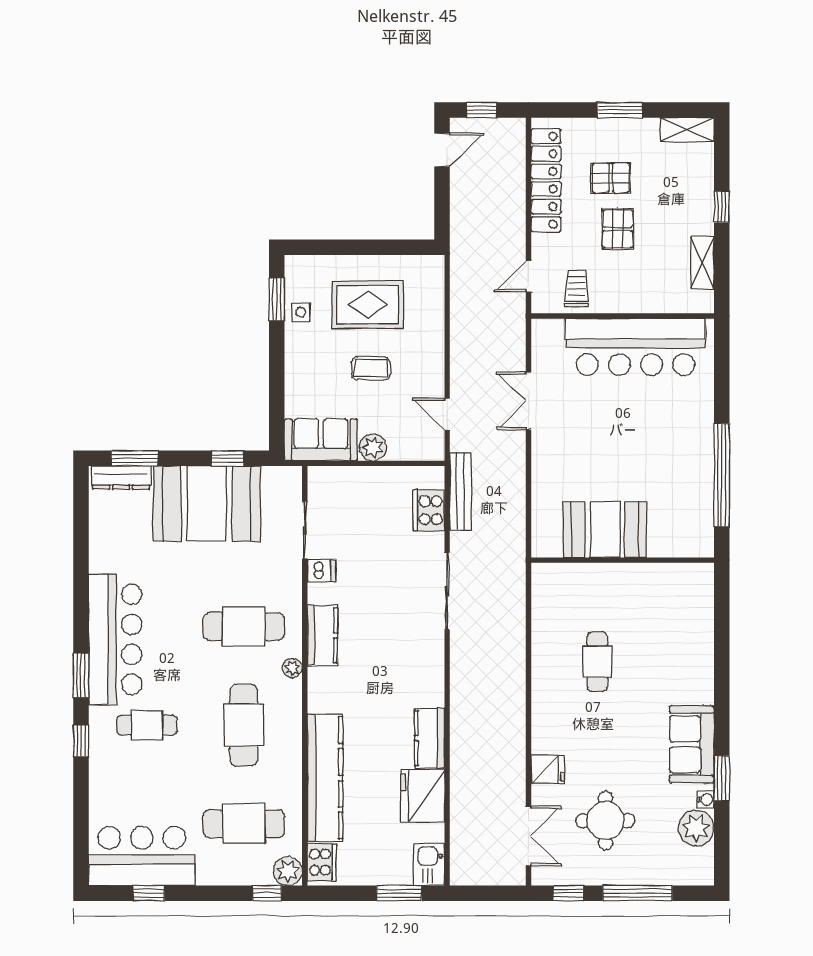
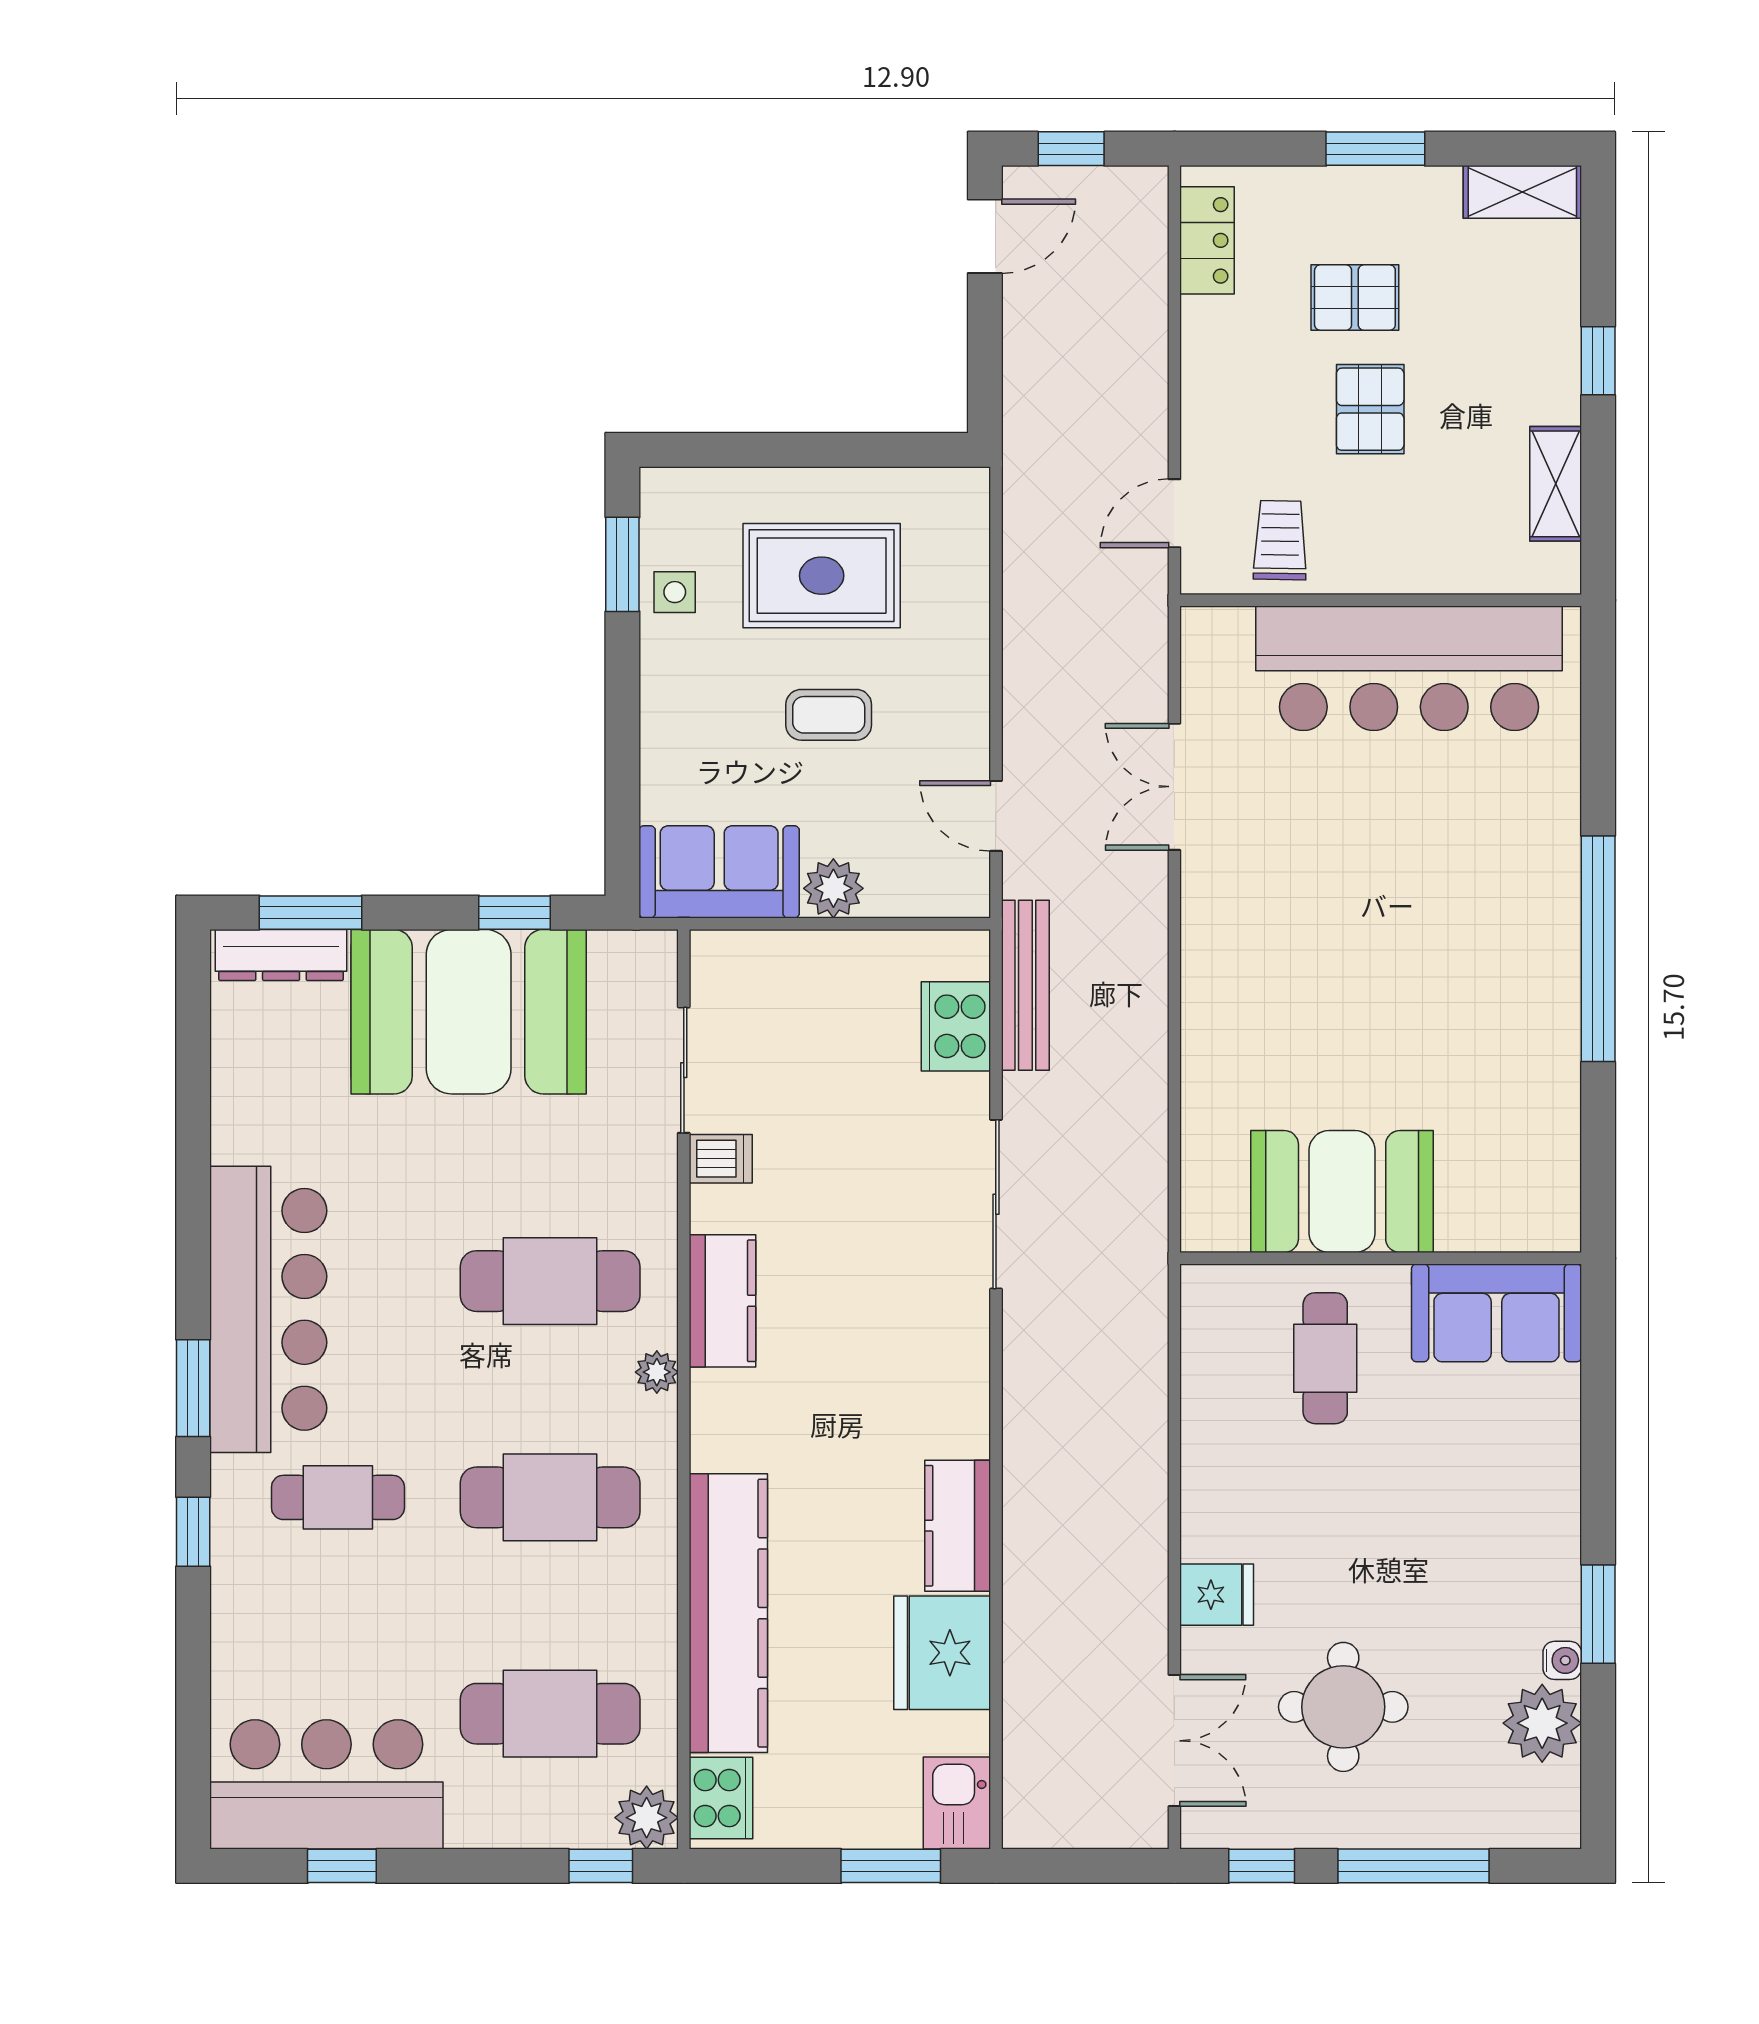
locker: (546, 180) -> (1207, 240), width x0.46, depth x0.83
booth: (605, 530) -> (1342, 1192), moved
wall: (623, 560) -> (1381, 1258), moved
cafe table: (244, 725) -> (550, 1497), turned 90
sofa: (692, 744) -> (1497, 1313), moved, turned -90

